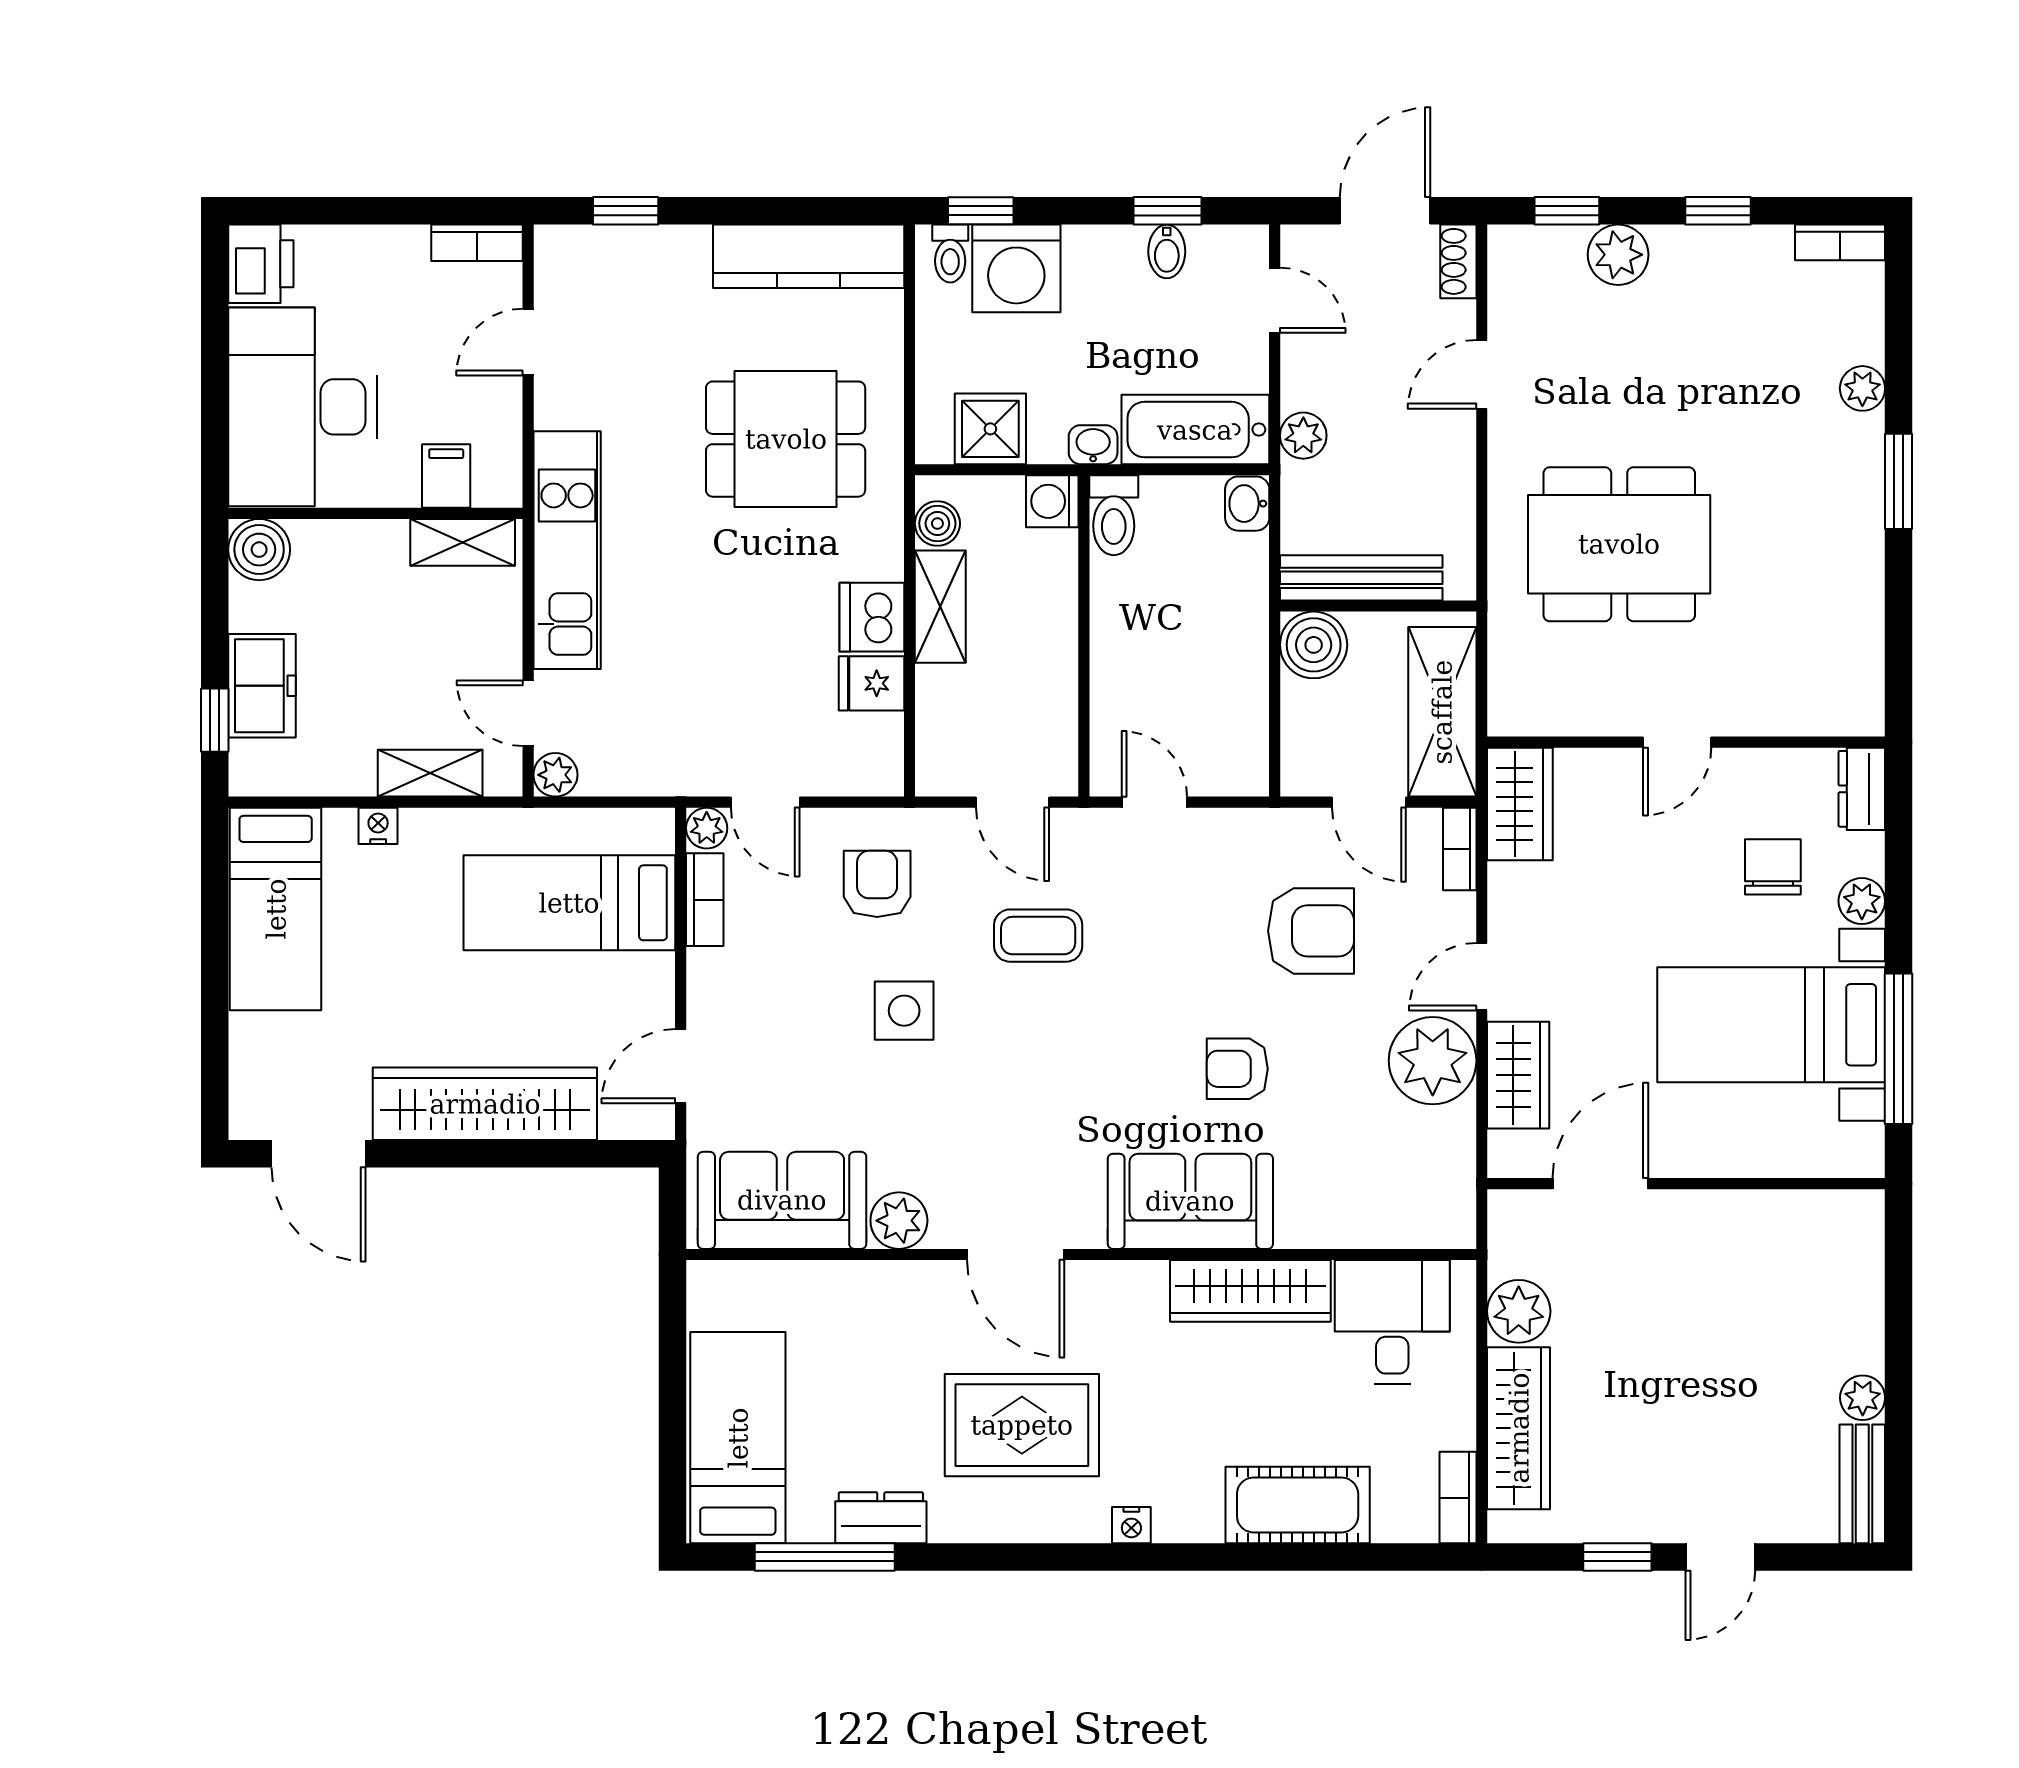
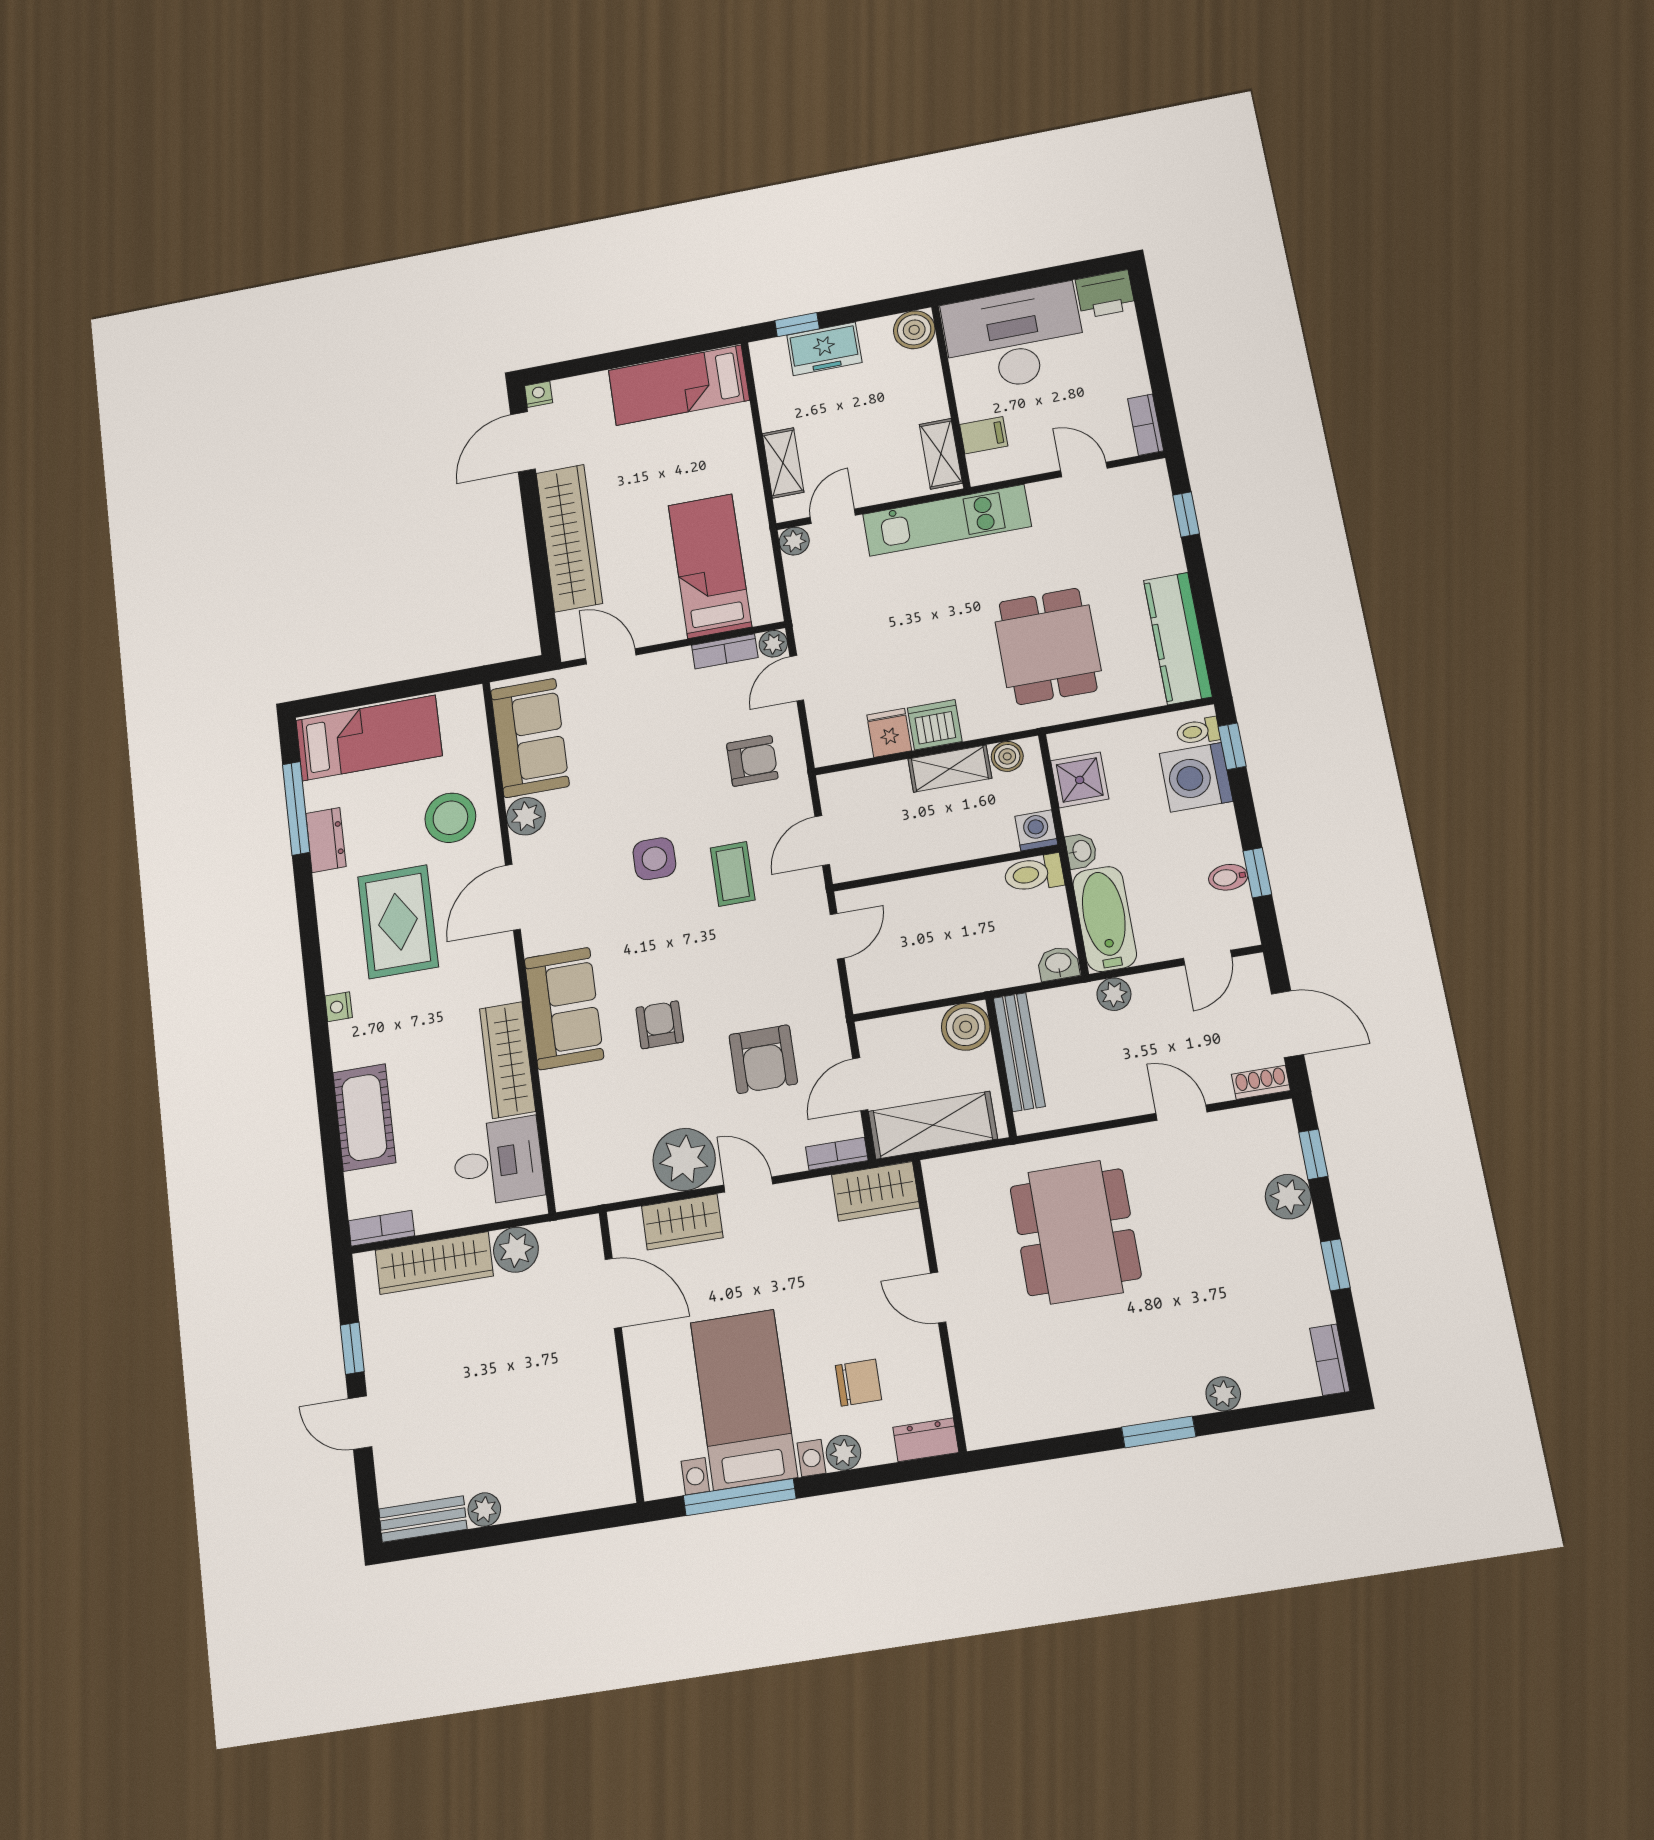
nightstand: (378, 826) -> (539, 394), moved, turned -90
side table: (904, 1011) -> (654, 859), moved
stool: (881, 1331) -> (450, 818), added

